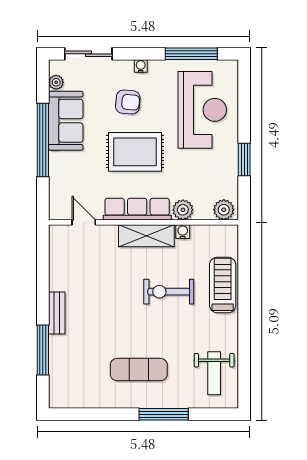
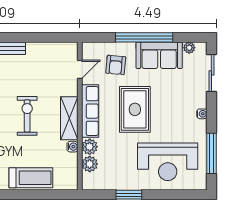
armchair: (128, 102) -> (116, 65), moved
plant: (224, 210) -> (90, 164), moved
exercise bike: (169, 292) -> (27, 116), moved

